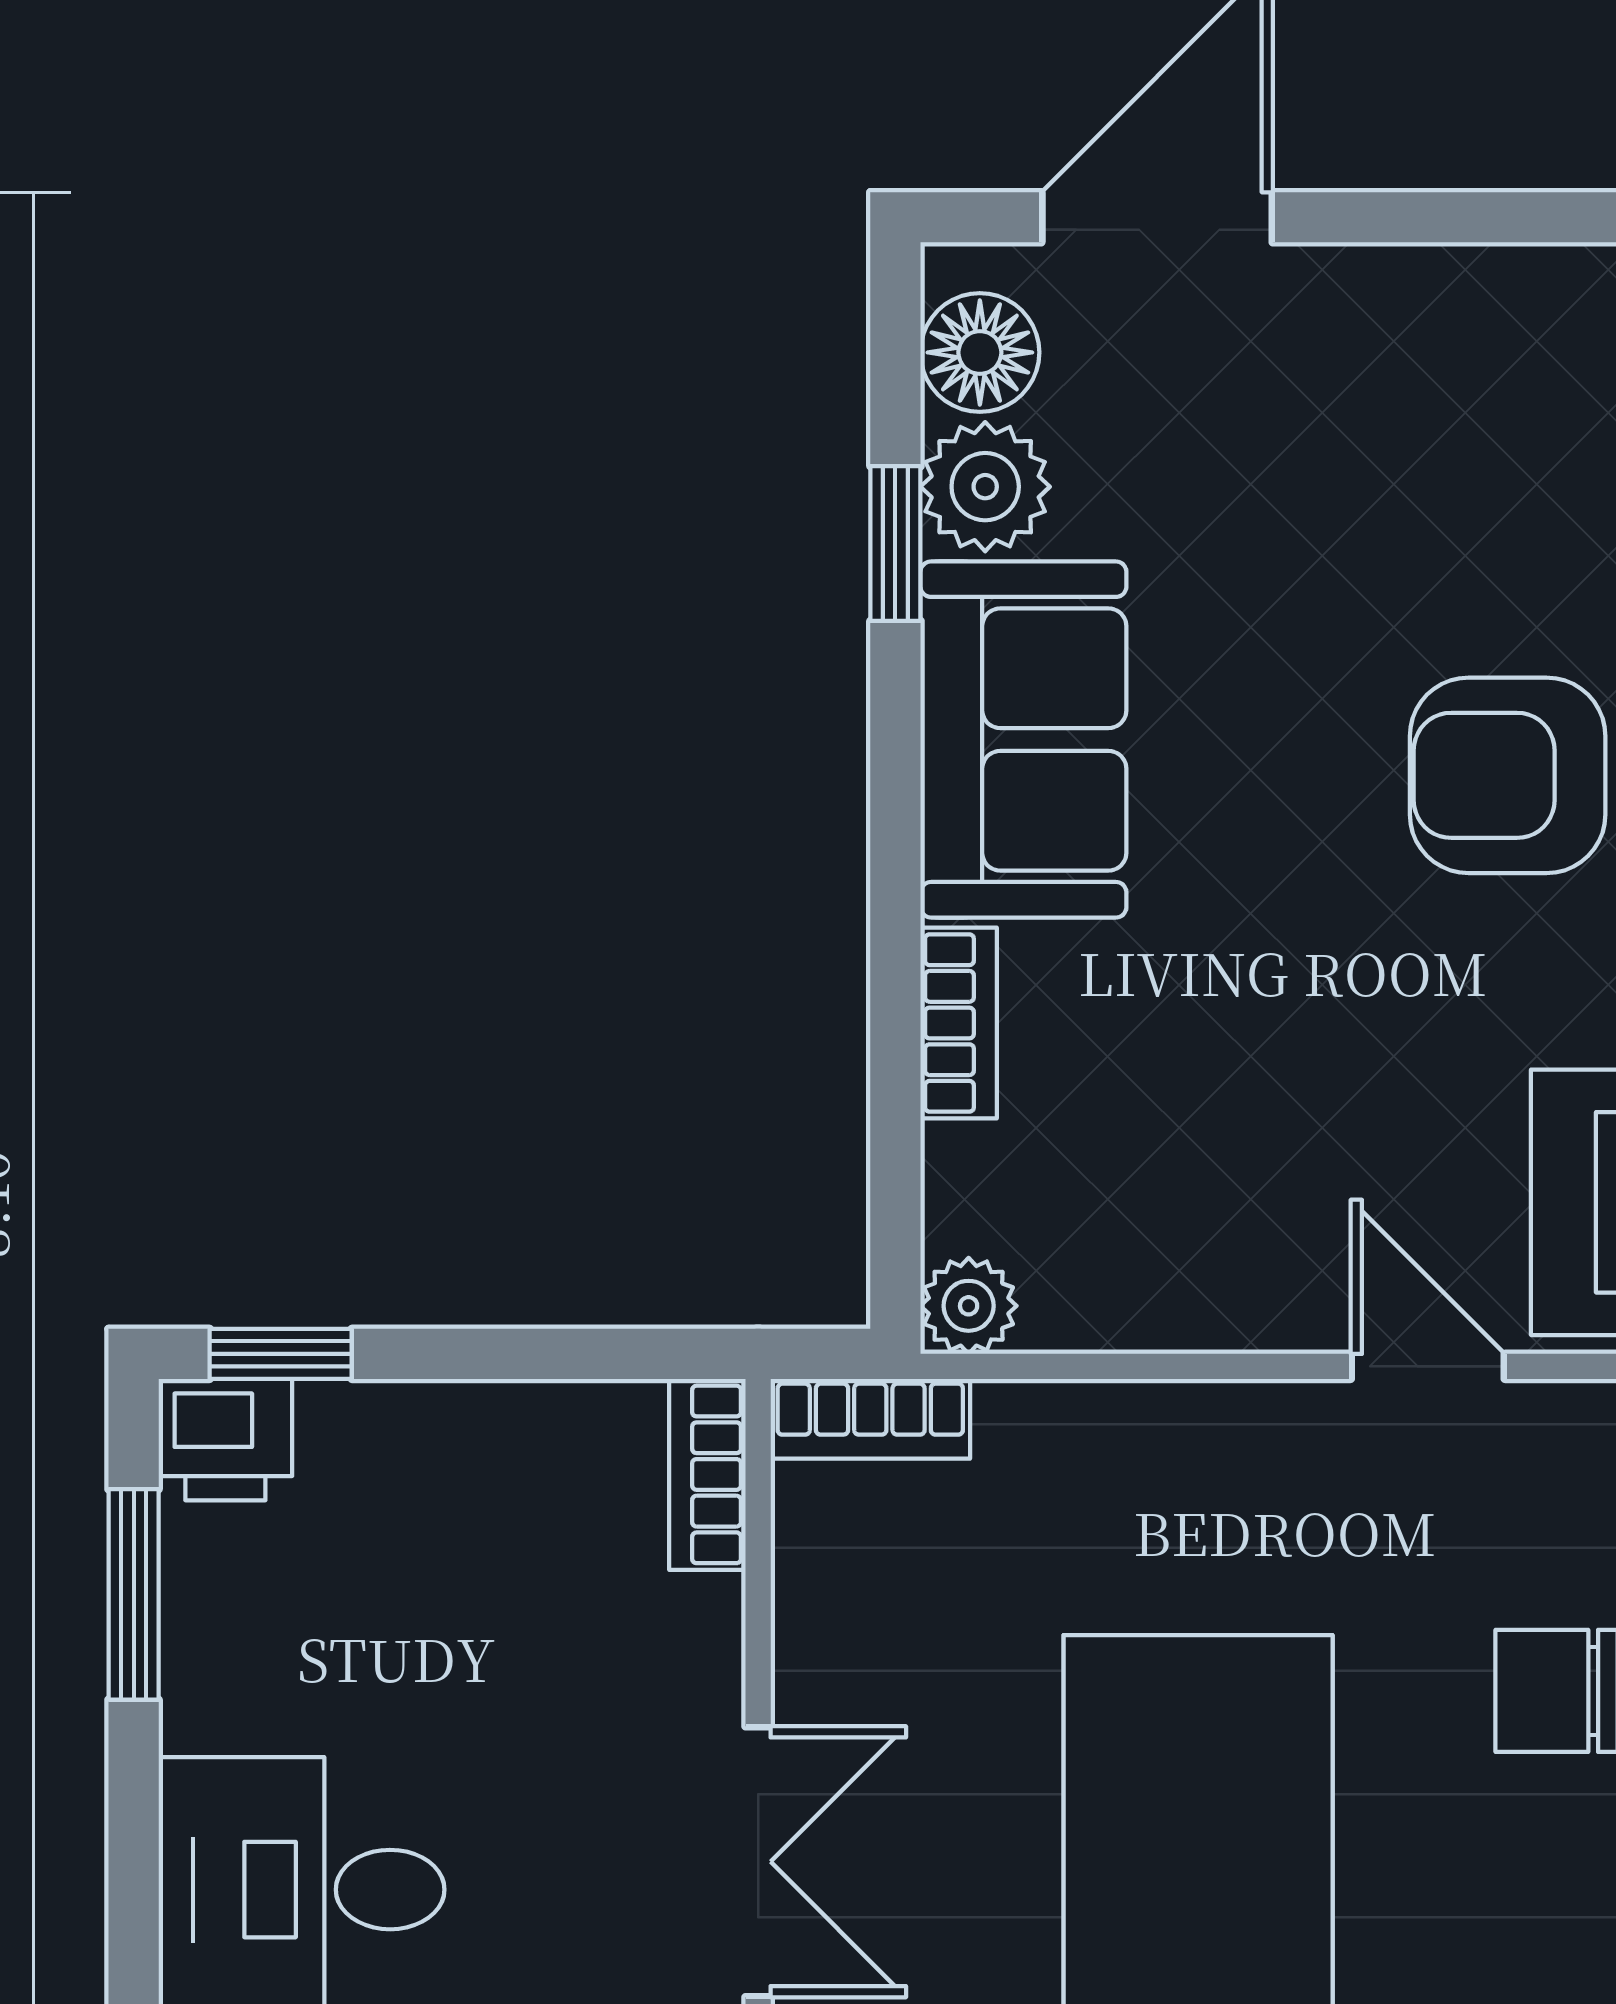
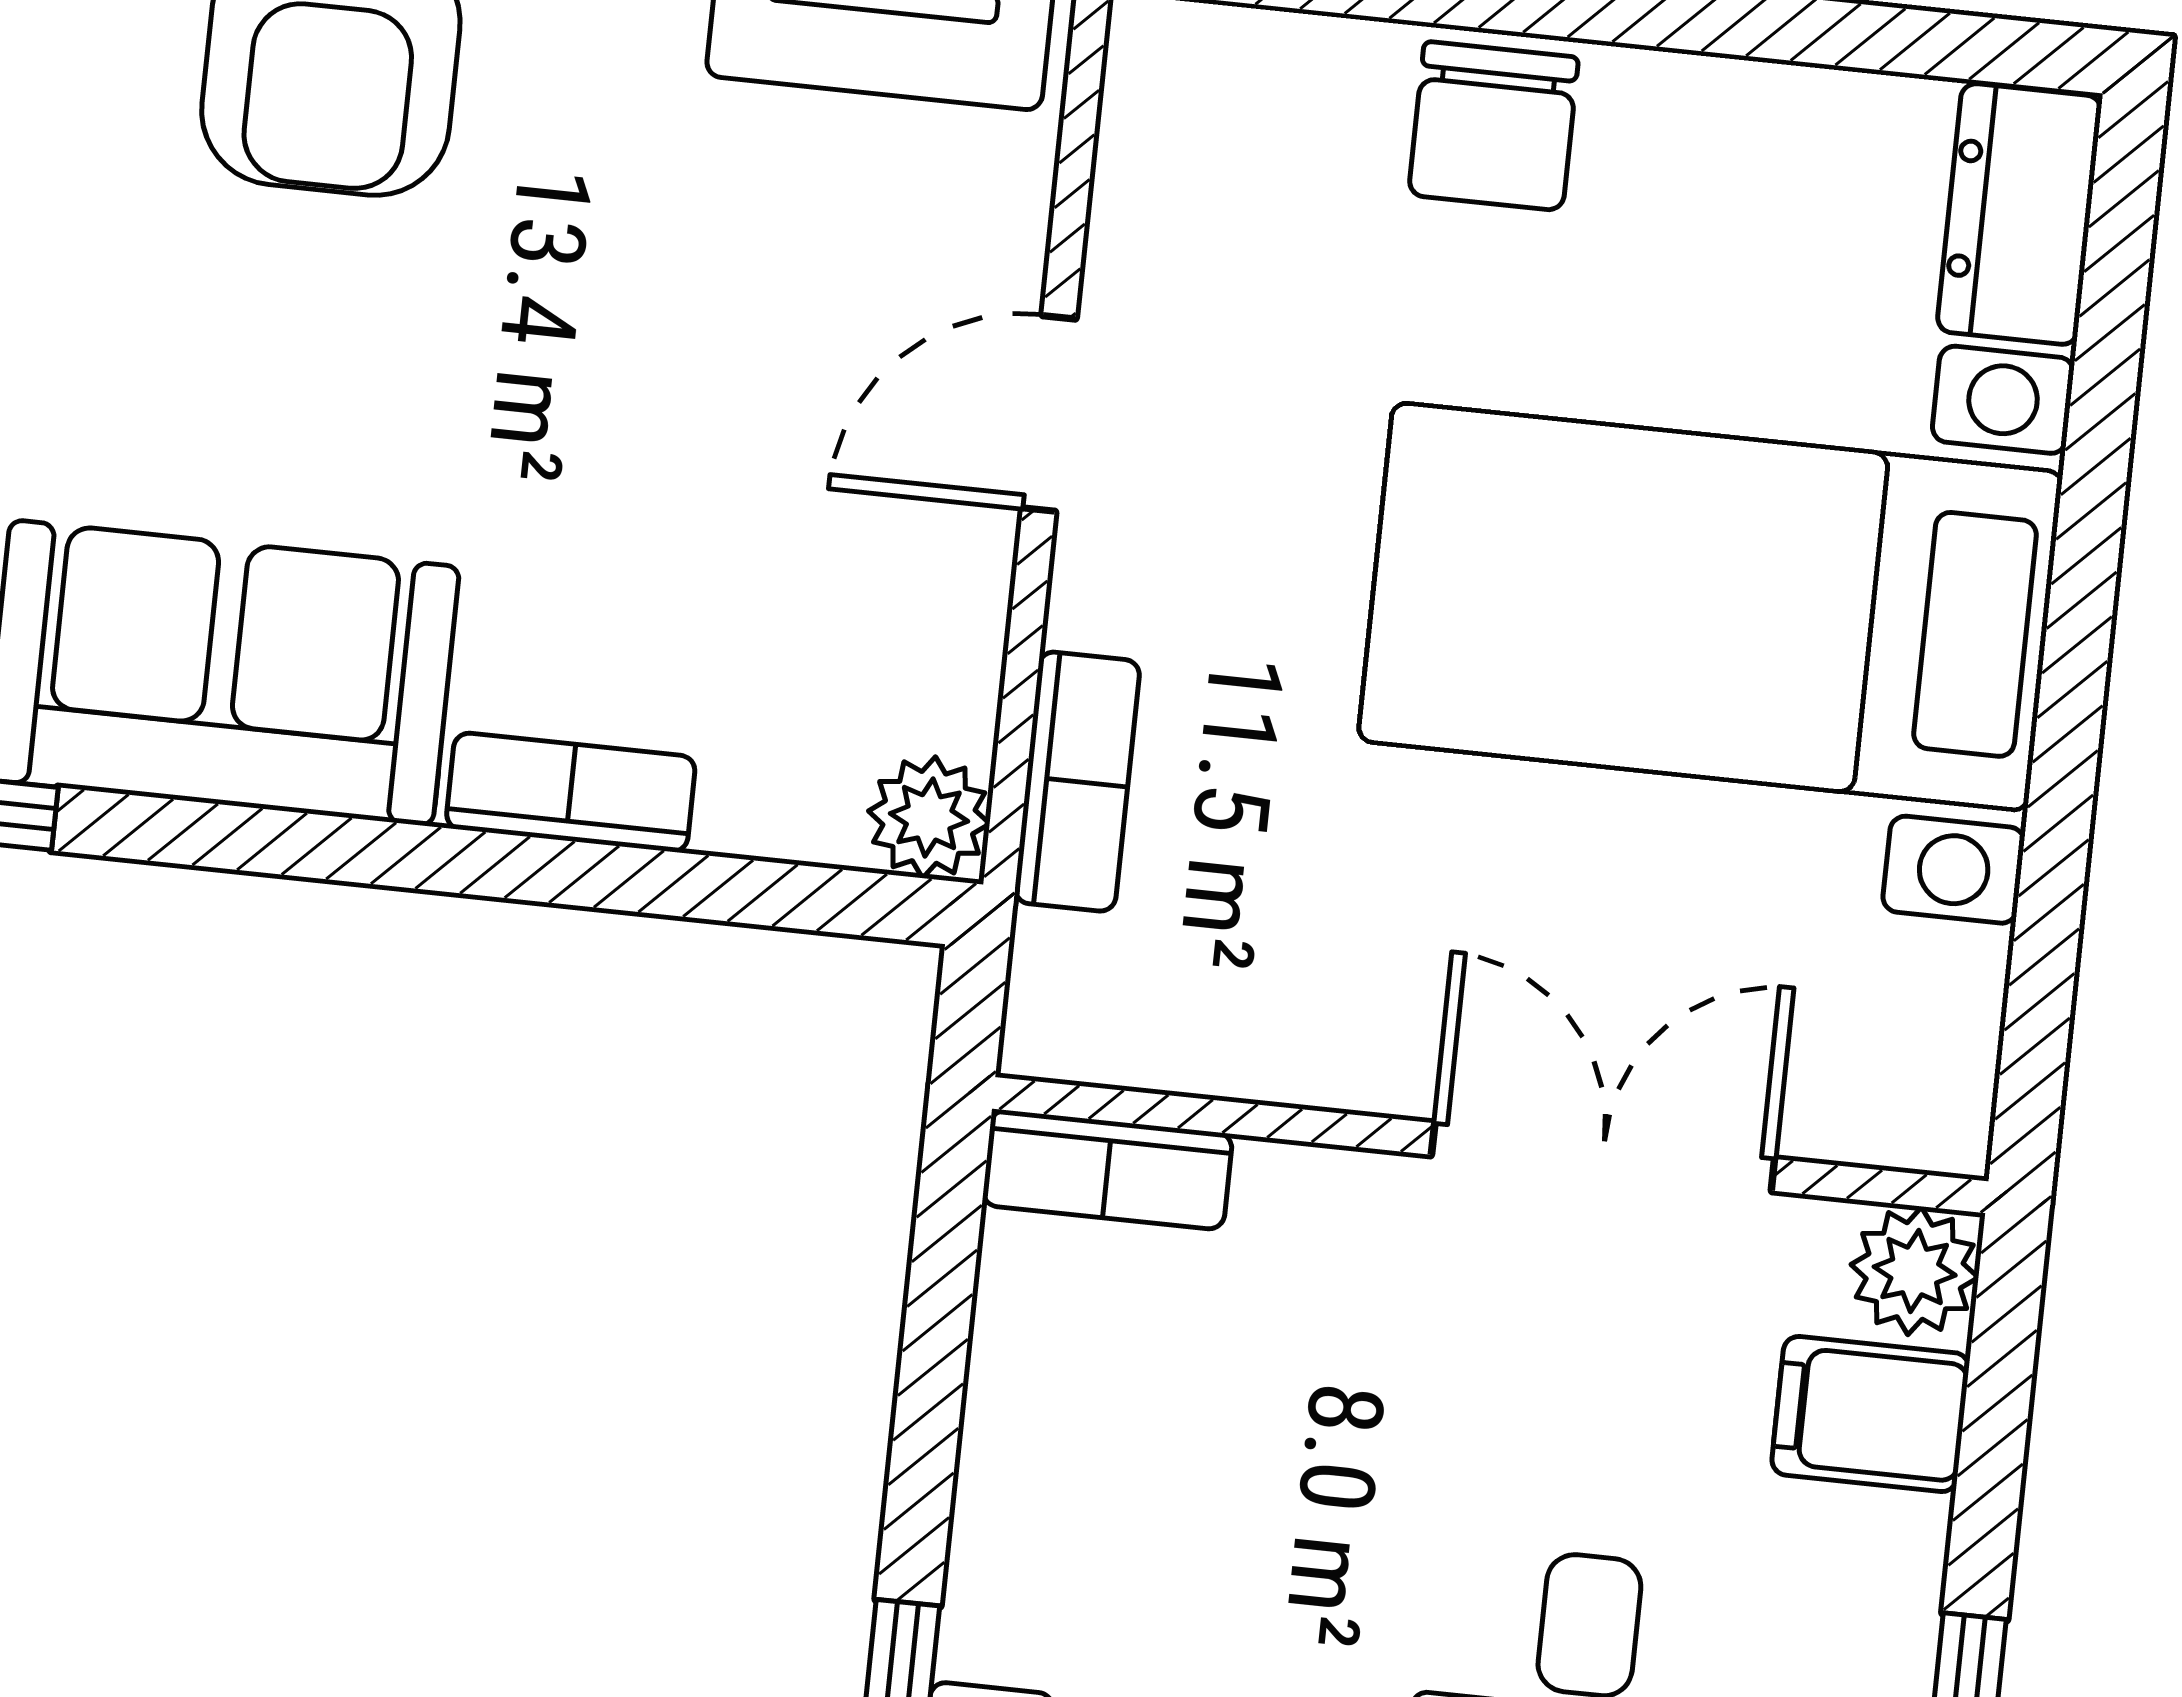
door: (1428, 1366) -> (1049, 414), moved
bookcase: (870, 1419) -> (1077, 782), moved

